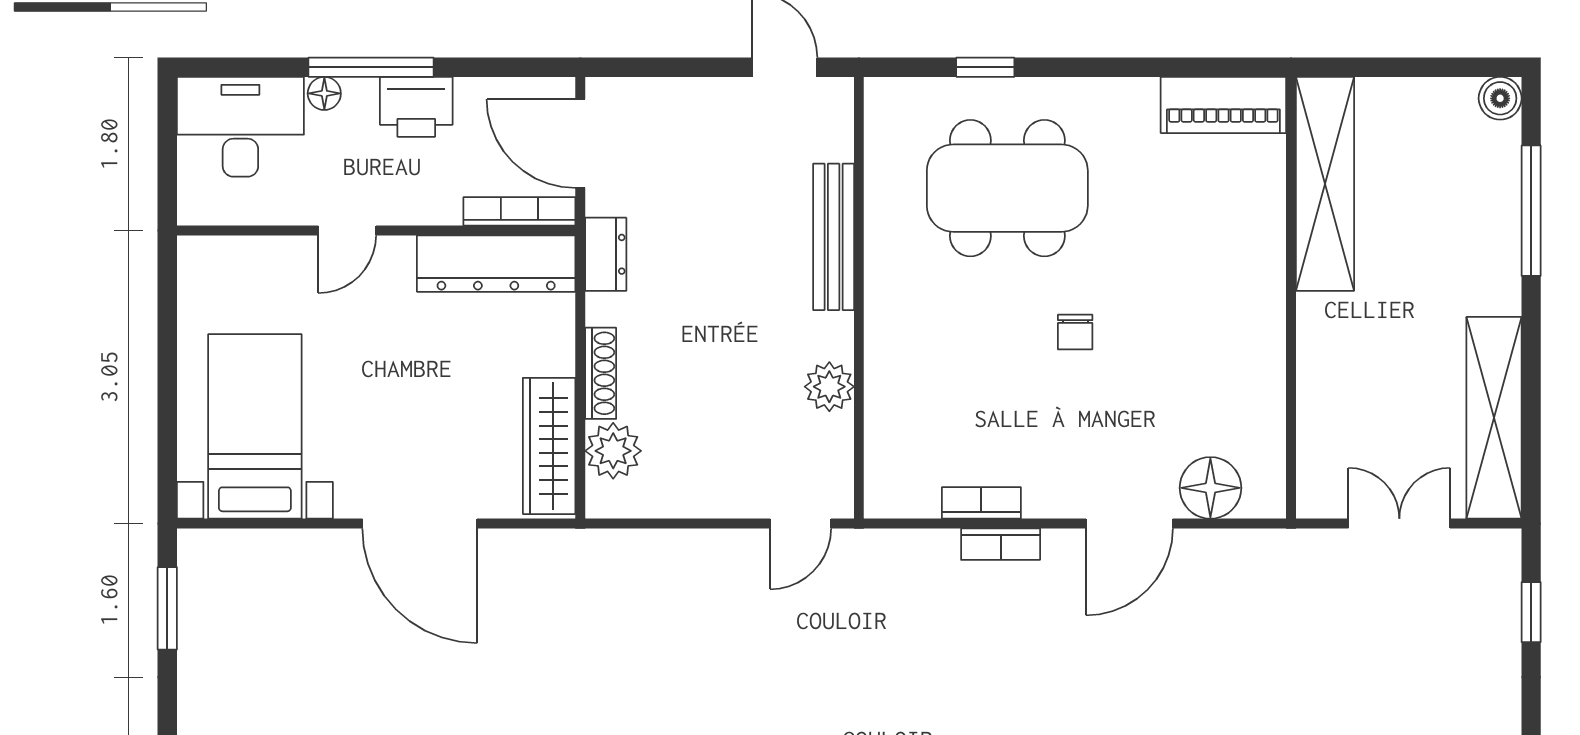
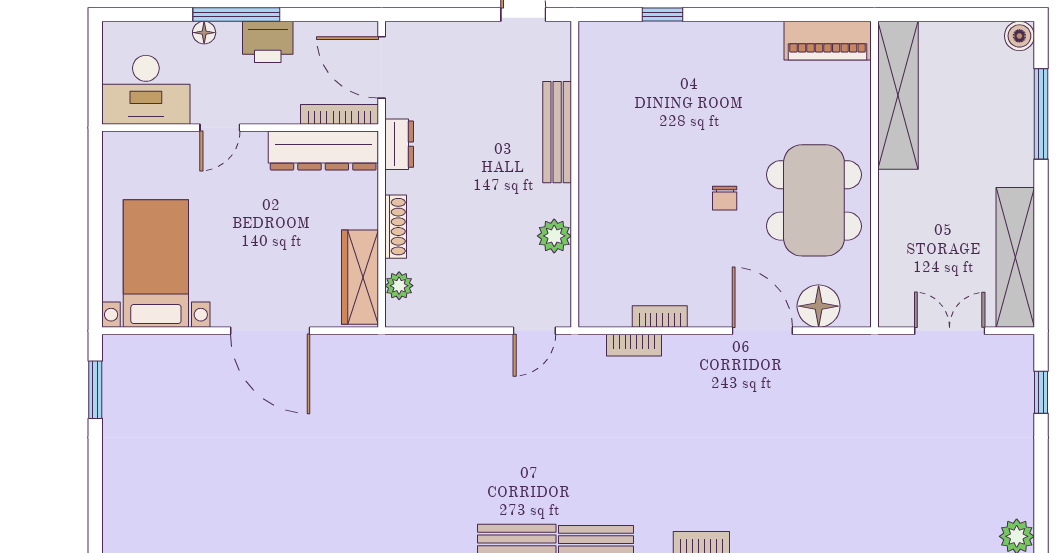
desk: (240, 127) -> (146, 90), moved, turned 180
dining table: (1007, 188) -> (814, 200), moved, turned 90
plant: (613, 451) -> (399, 286), width x0.73, depth x0.73
door: (1129, 523) -> (762, 331), swing flipped
bookcase: (1001, 544) -> (634, 345), moved

